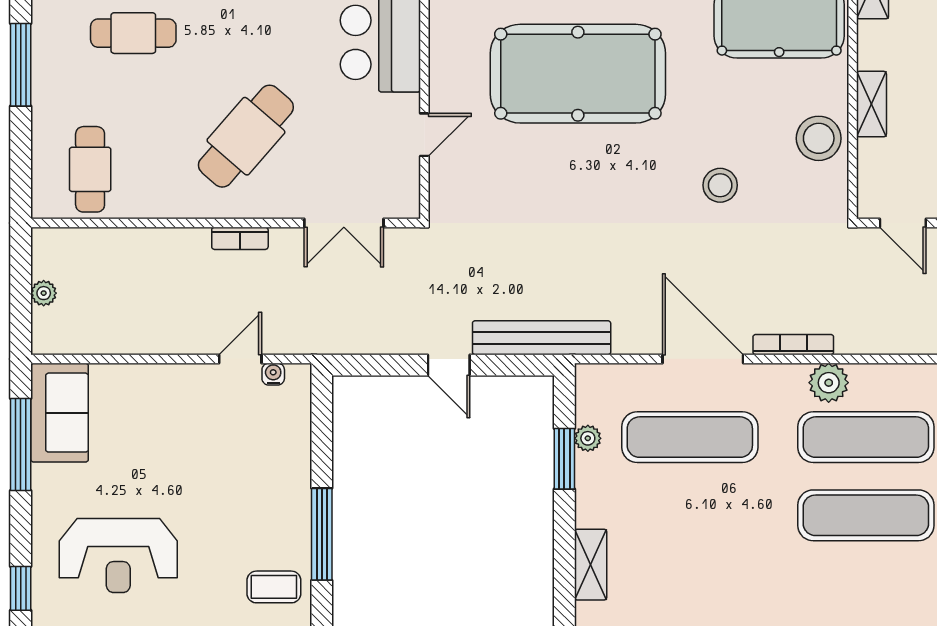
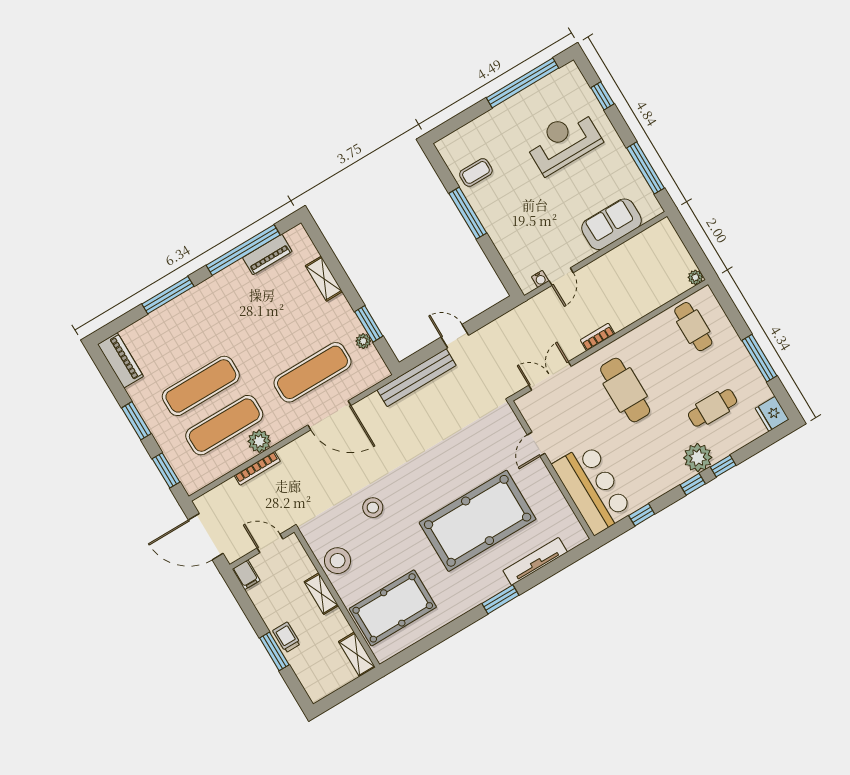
cafe table: (246, 136) -> (625, 390), turned -41
plant: (44, 293) -> (695, 277), moved
bookcase: (793, 345) -> (257, 468), moved
sofa: (60, 413) -> (612, 224), moved, turned 90

